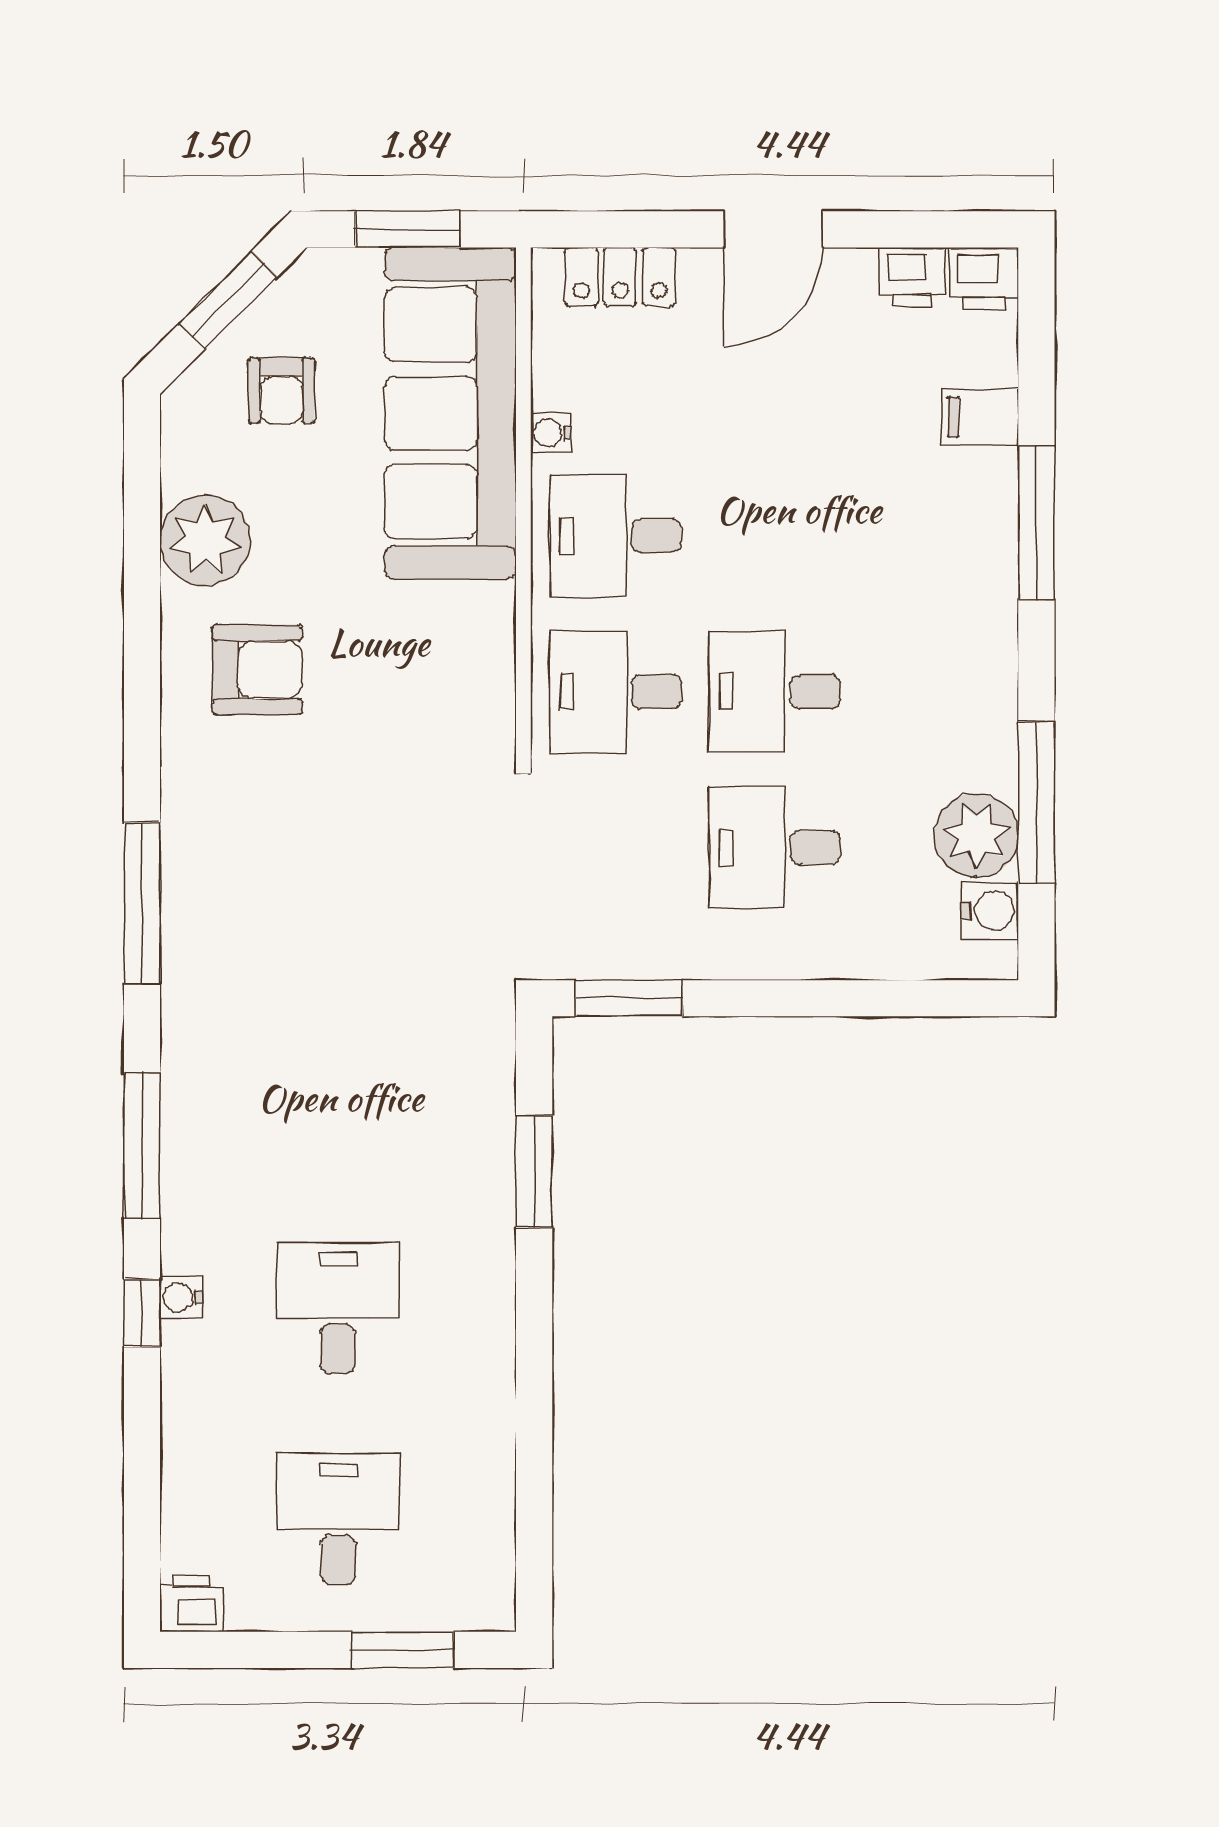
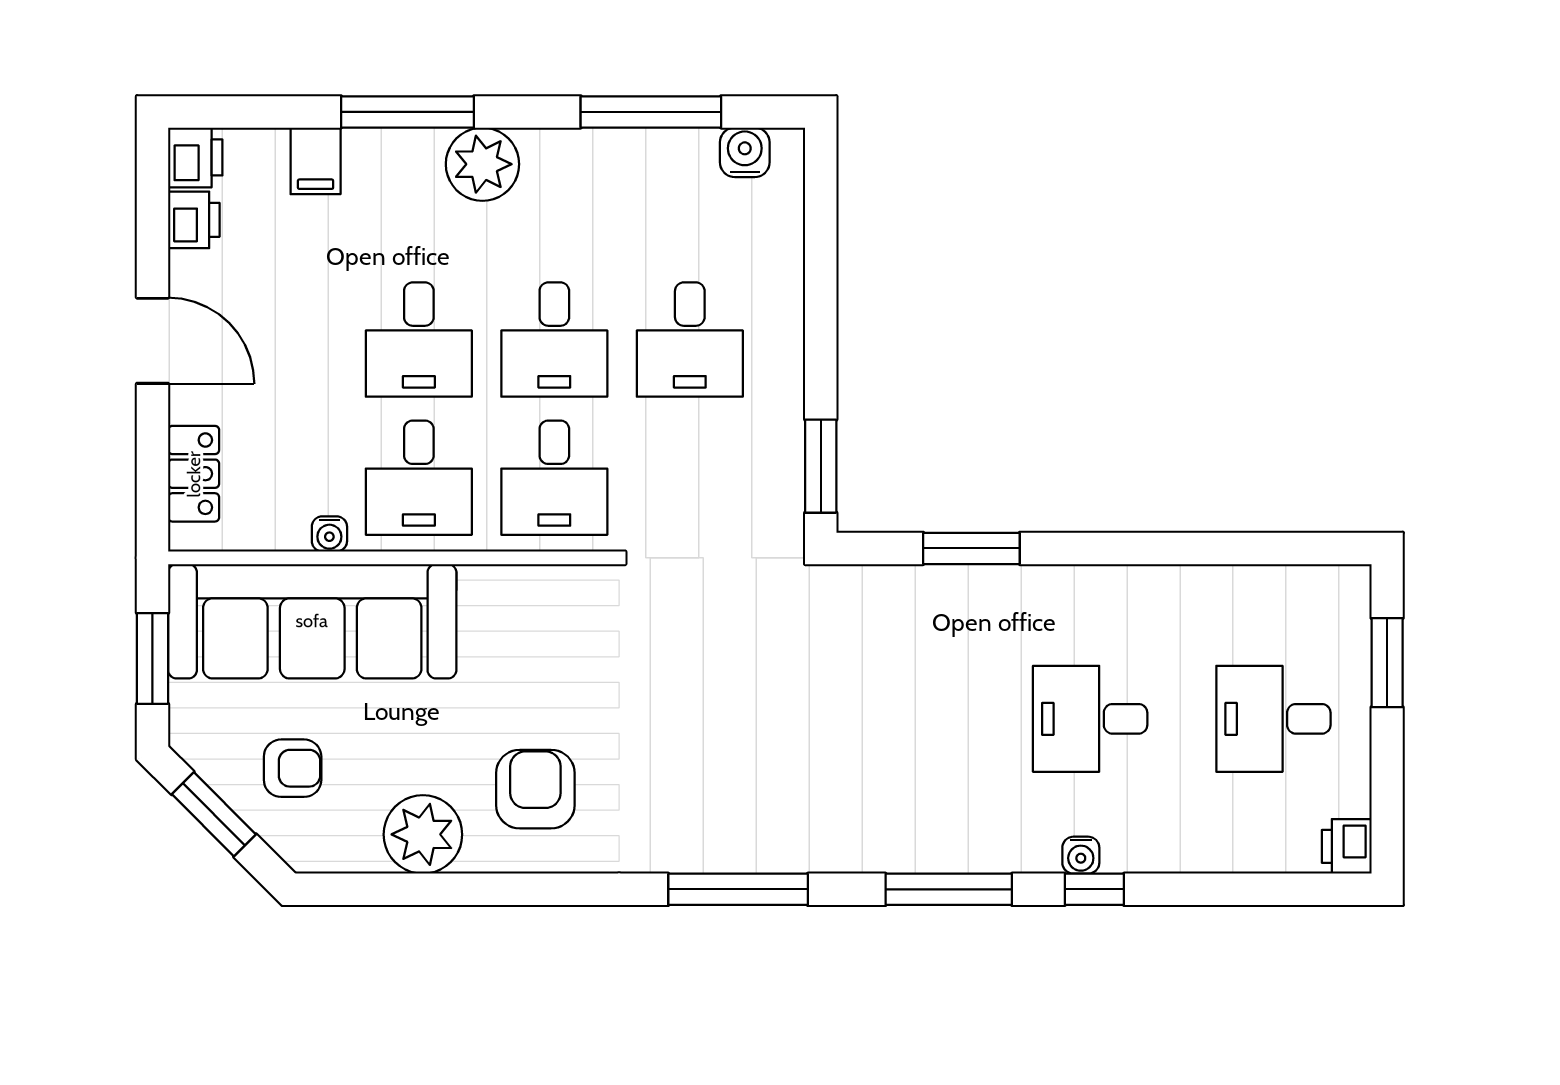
desk: (774, 536) -> (419, 340), added
plant: (976, 835) -> (482, 164), moved

